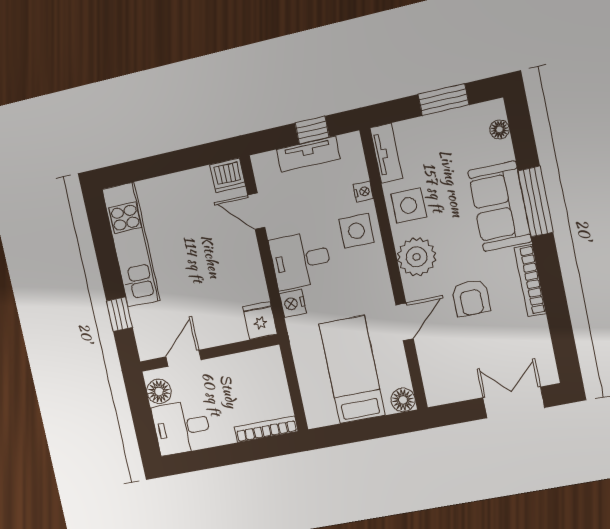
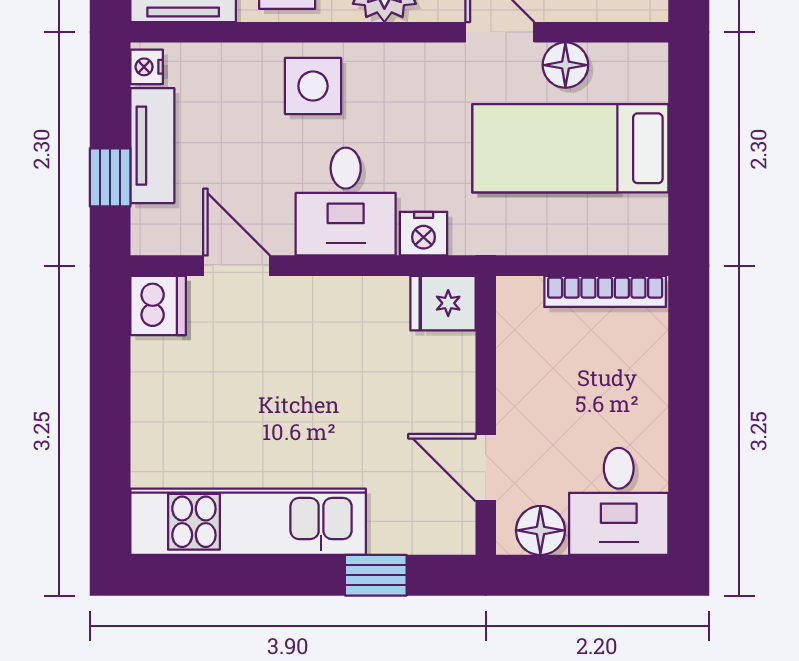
window: (312, 130) -> (110, 177), moved
nightstand: (363, 192) -> (147, 67), moved, turned -90
door: (256, 211) -> (236, 266), swing flipped
floor lamp: (403, 400) -> (565, 65), moved
bookcase: (266, 429) -> (605, 291), moved, turned -90

